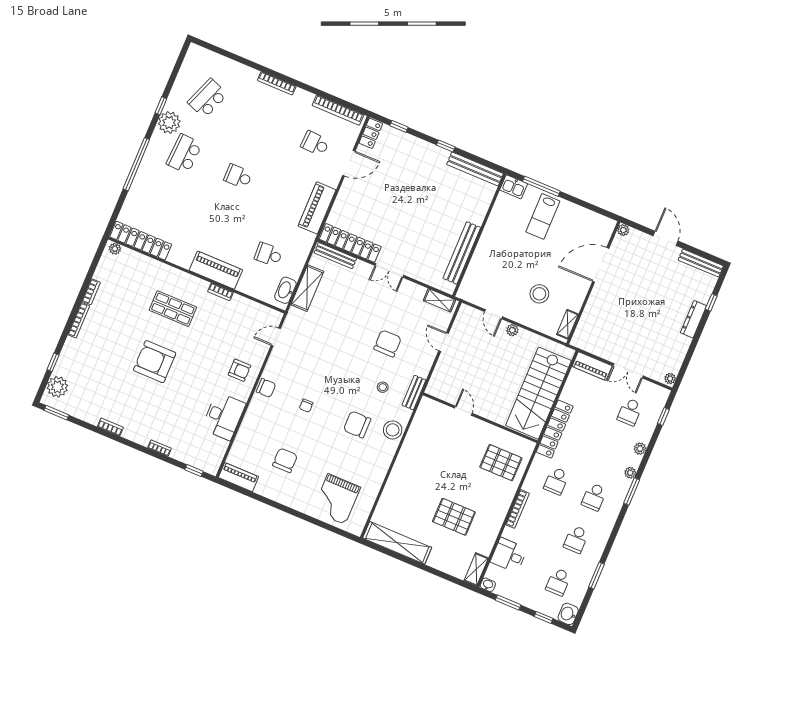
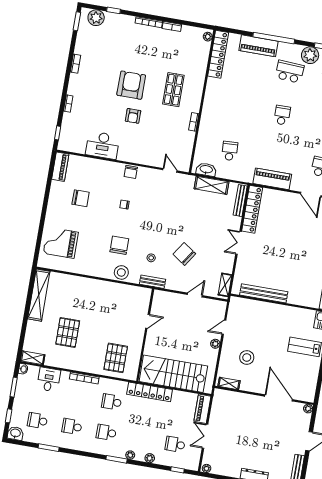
piano: (216, 270) -> (258, 46), moved, turned 90
chair: (388, 343) -> (184, 254), turned -146
armchair: (239, 370) -> (133, 116), moved

